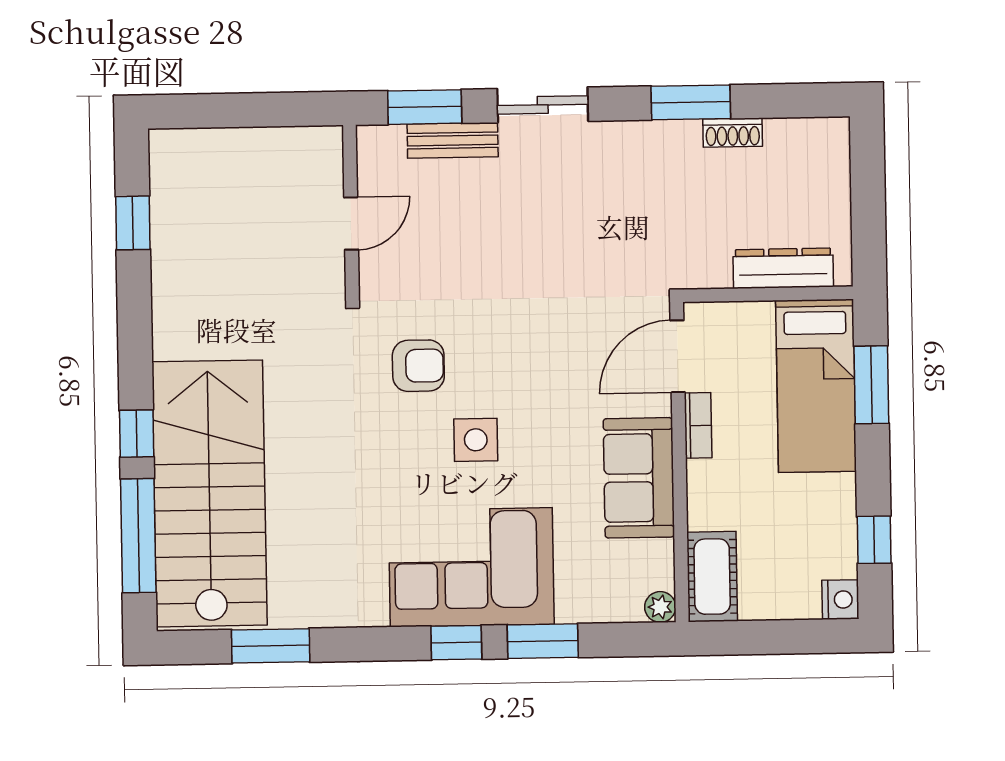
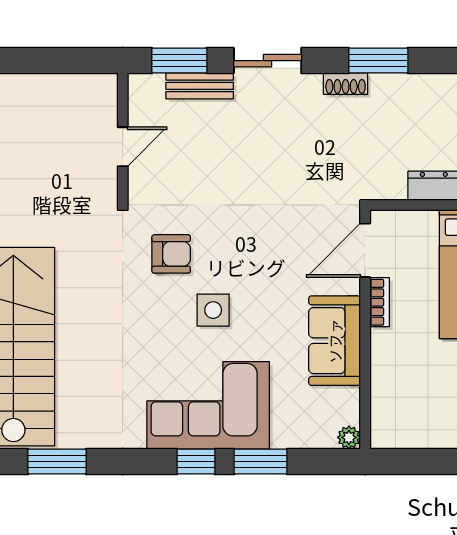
shoe rack: (733, 133) -> (346, 84), moved
cot: (712, 577) -> (388, 415), removed

